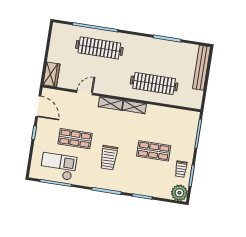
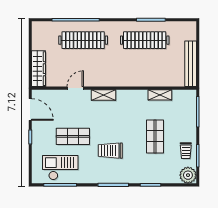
bench: (202, 68) -> (191, 64), moved
wardrobe: (51, 74) -> (39, 69), width x1.50
clothes rail: (154, 84) -> (145, 40), moved
shelving: (134, 107) -> (160, 95), moved
shop shelf: (154, 151) -> (155, 136), turned 90
trolley: (109, 158) -> (110, 151), turned 90

